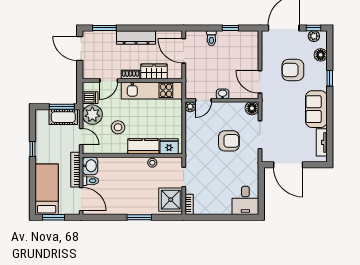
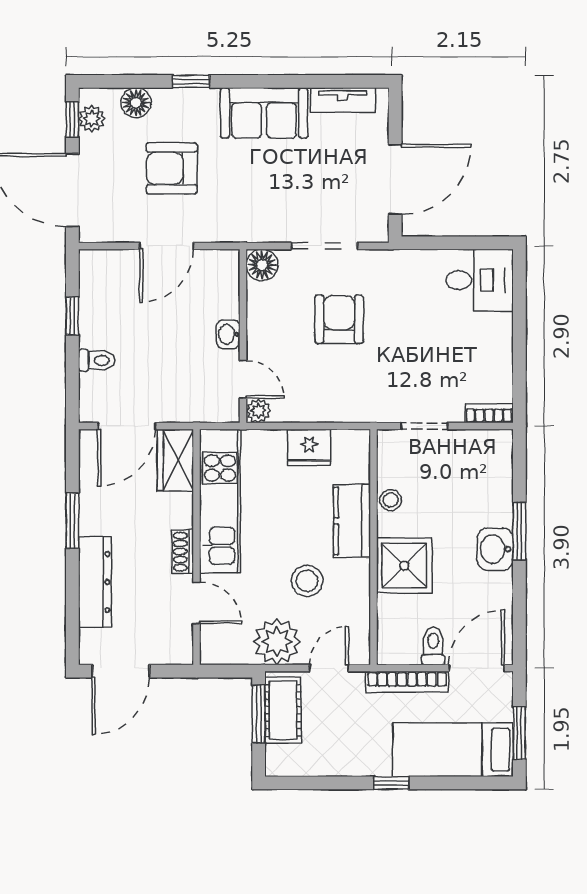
window: (104, 28) -> (72, 521), moved
dresser: (136, 37) -> (95, 582), moved
armchair: (293, 70) -> (172, 168), turned 90
wardrobe: (154, 72) -> (175, 460), moved
door: (260, 82) -> (167, 246), moved
dishwasher: (90, 98) -> (237, 647), removed
fridge: (169, 146) -> (309, 447), moved, turned -90
window: (32, 149) -> (391, 783), moved
washbasin: (90, 166) -> (495, 549), moved, turned -90
shower: (171, 200) -> (404, 566), moved

